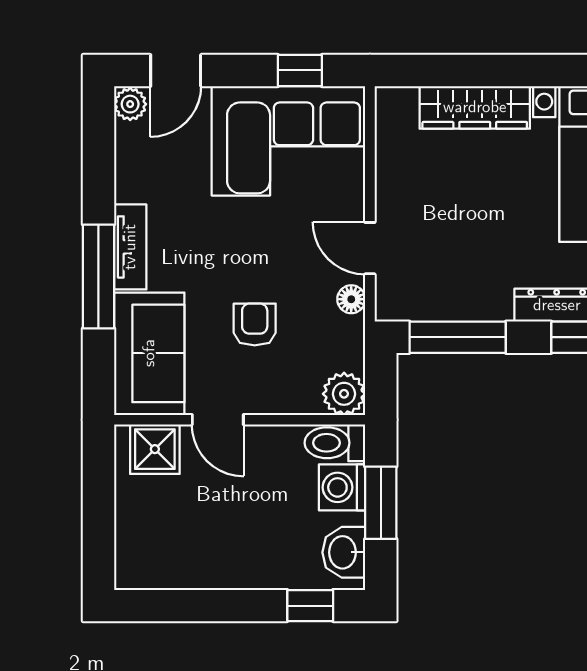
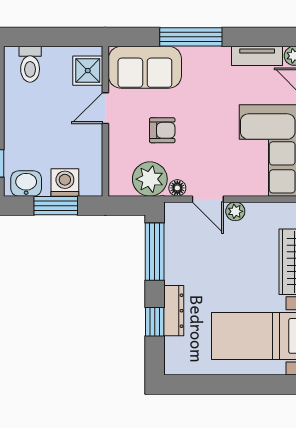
plant: (390, 202) -> (235, 211), added
tv unit: (130, 247) -> (257, 56), moved
door: (370, 248) -> (208, 199), swing flipped
plant: (344, 394) -> (150, 179), moved, width x1.36, depth x1.36
toilet: (335, 443) -> (30, 64), moved, turned 180

